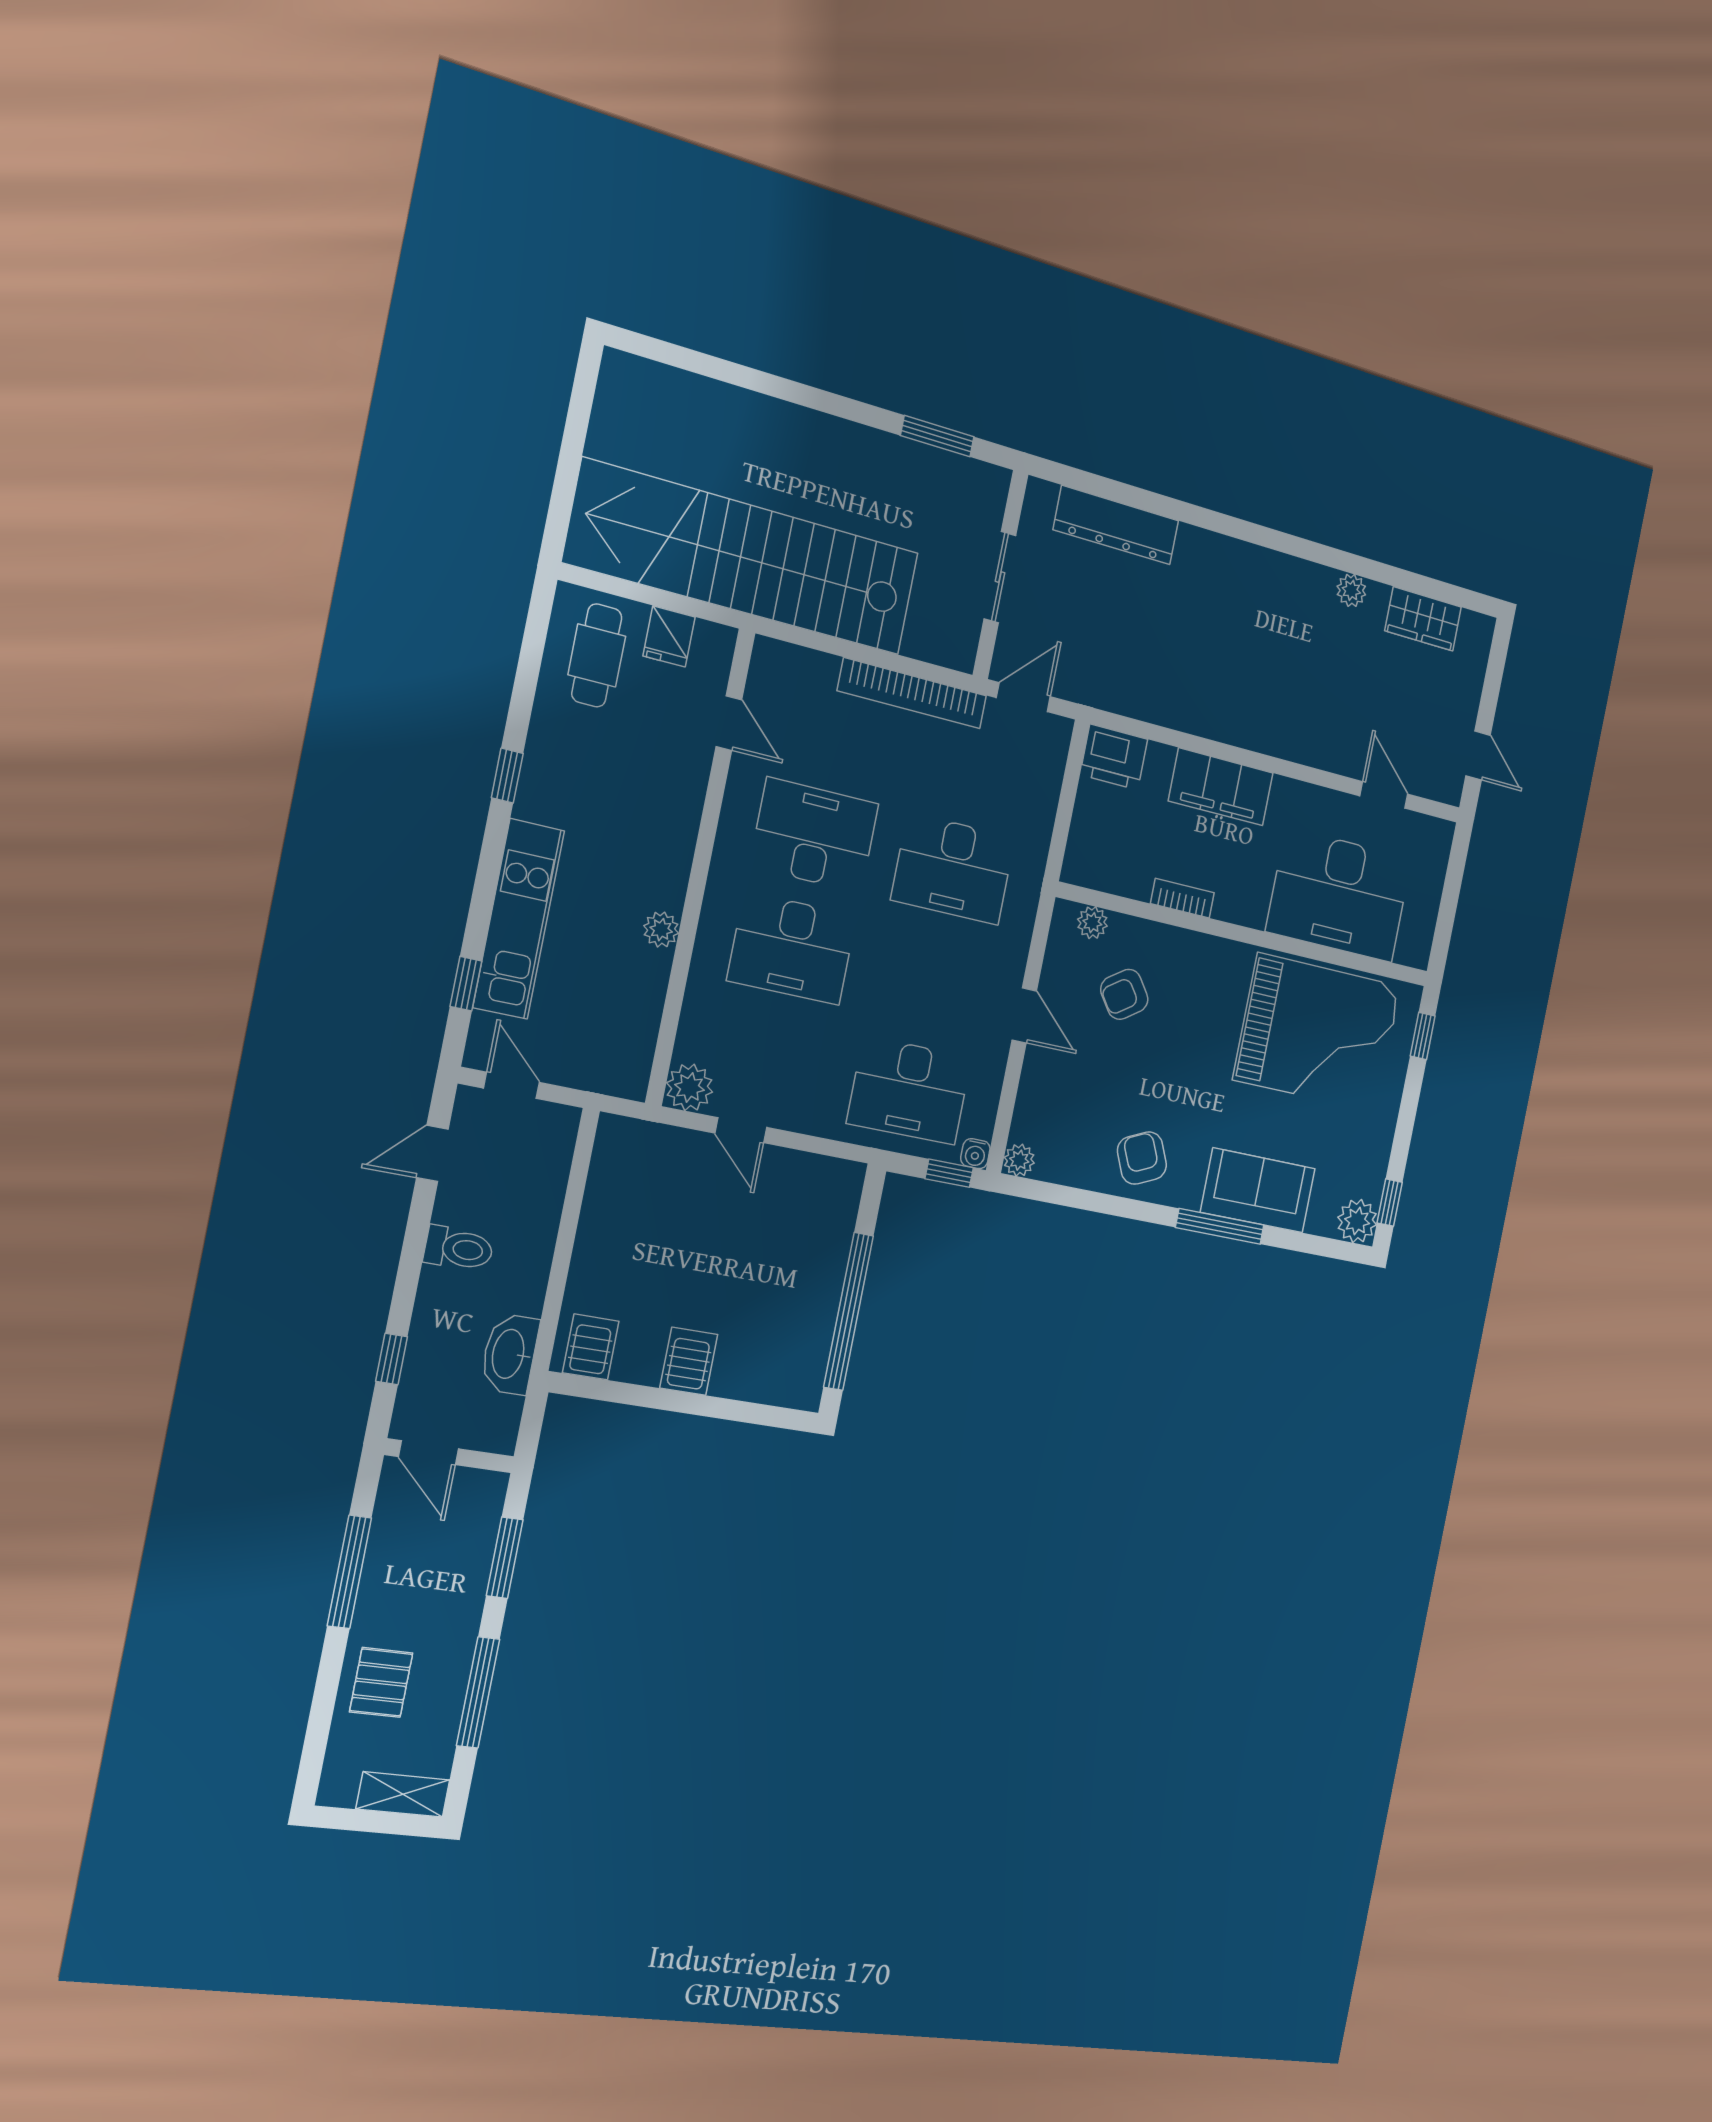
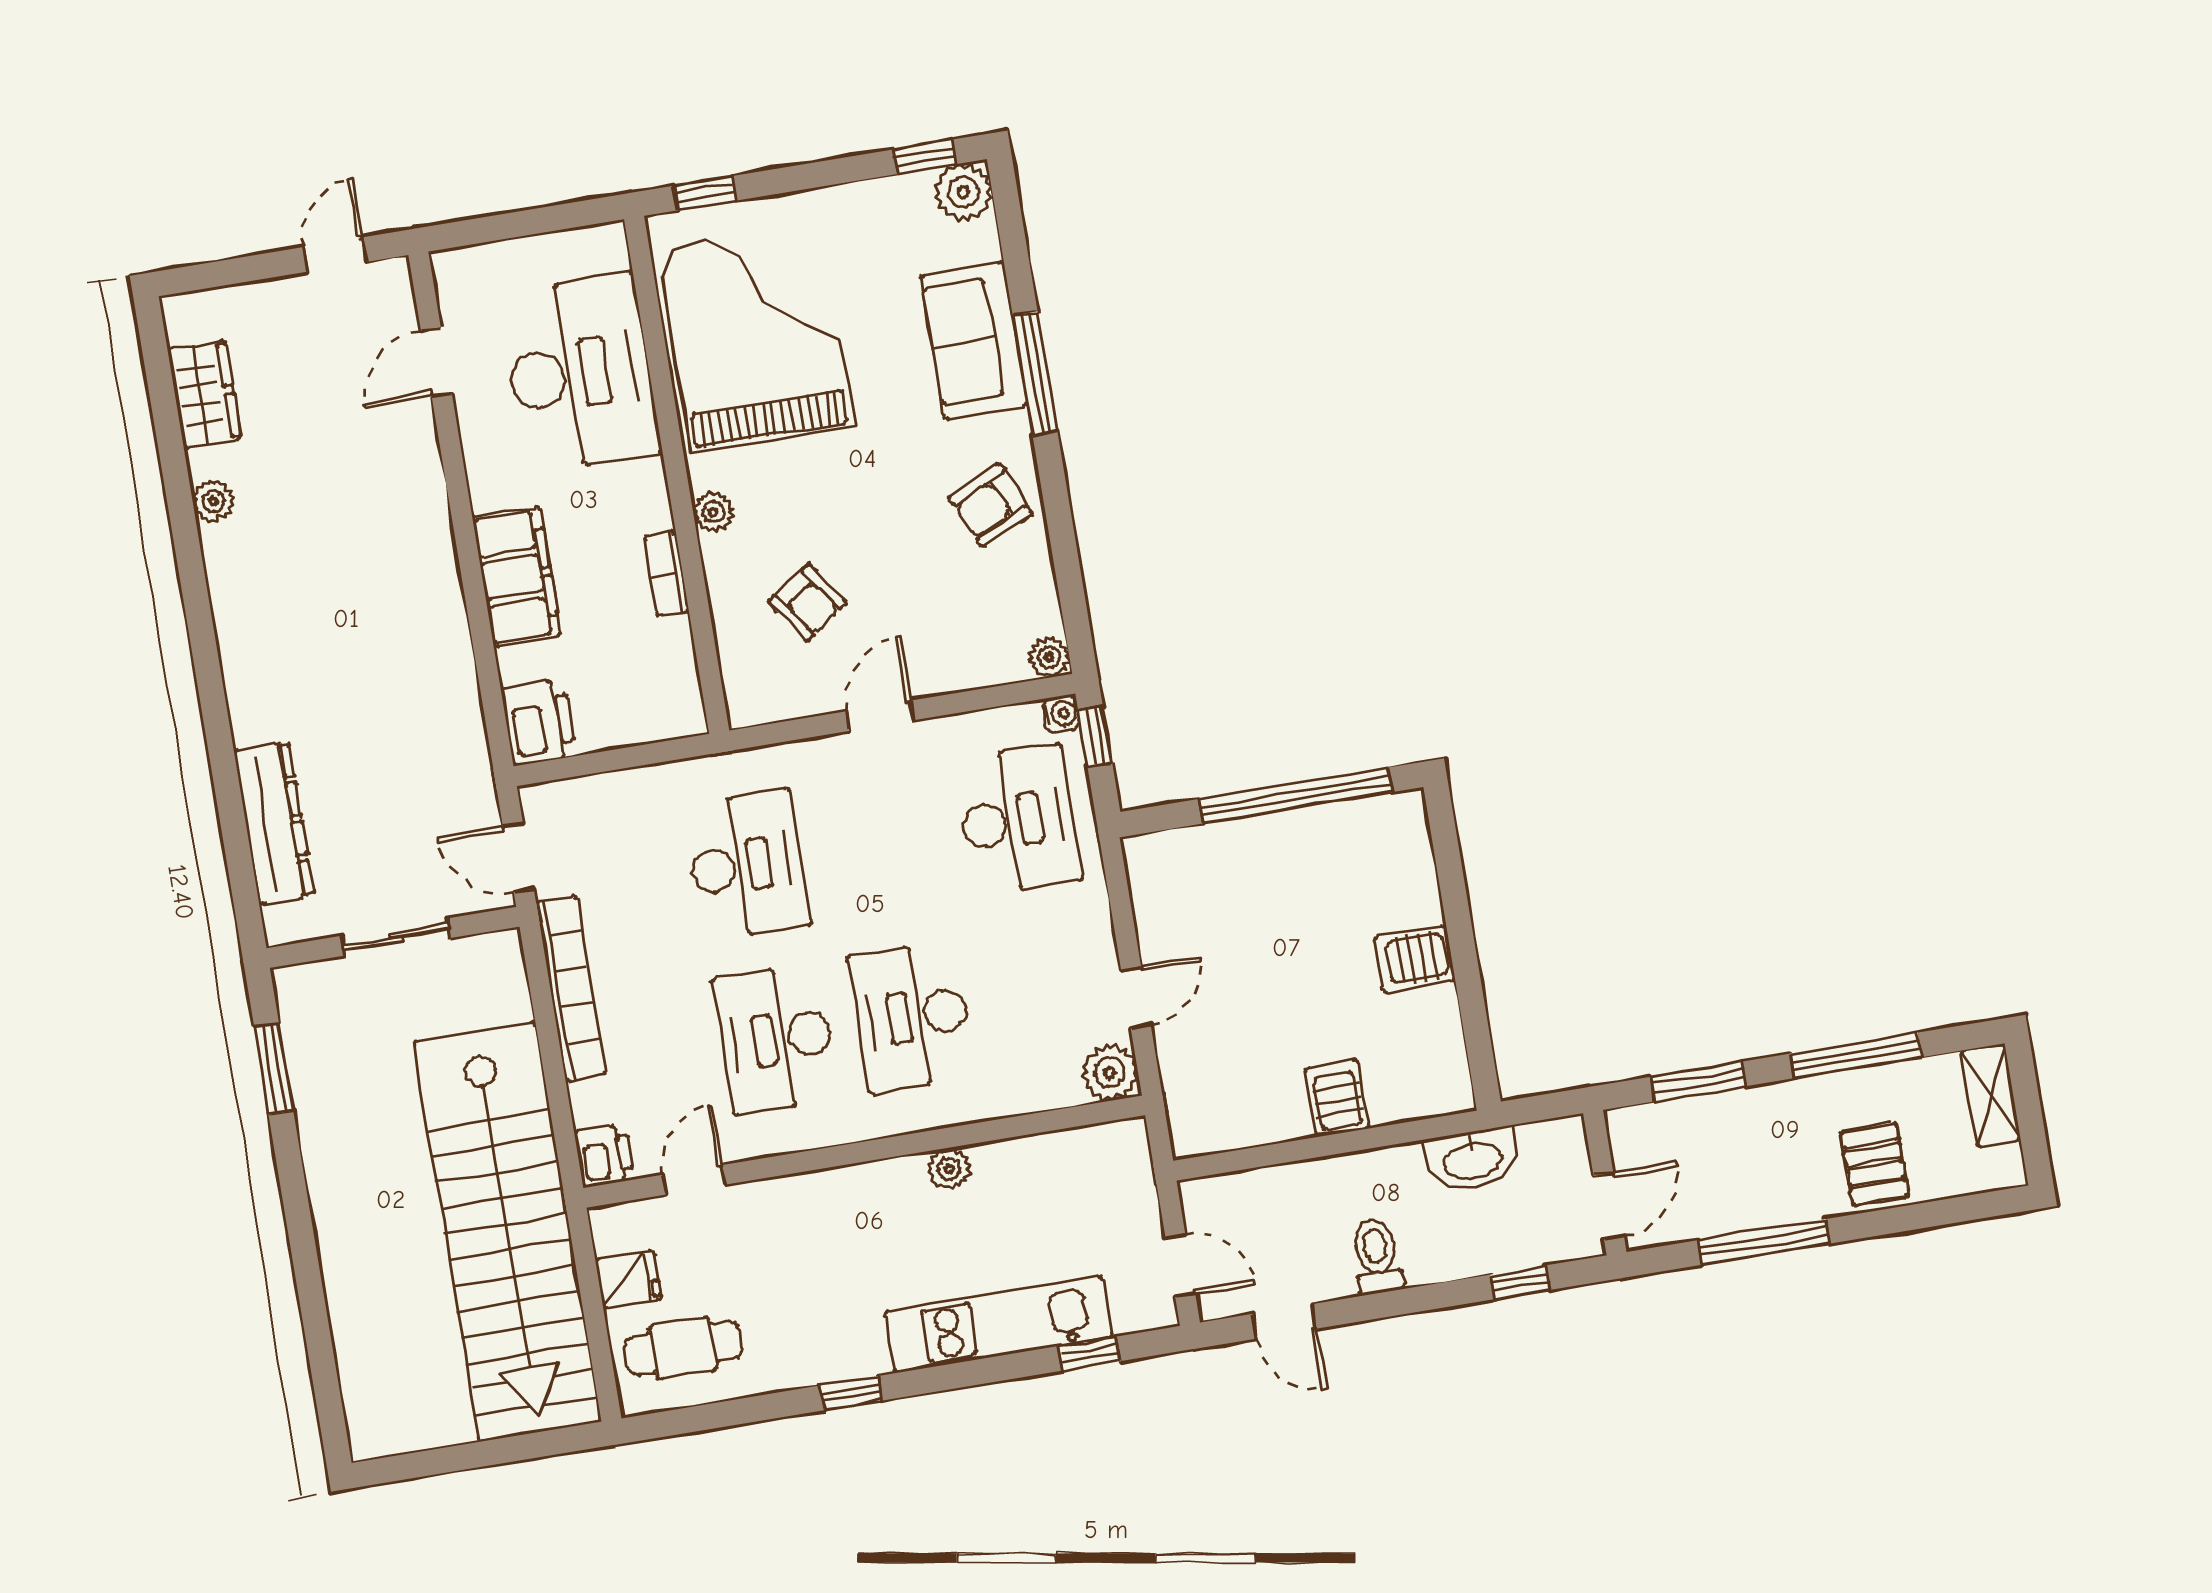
printer: (775, 661) -> (604, 1156), added
plant: (1092, 923) -> (713, 512), moved
desk: (792, 948) -> (911, 1016), turned 180
door: (512, 1085) -> (1180, 1266), swing flipped
server rack: (591, 1347) -> (1337, 1098), moved, turned 90
pallet: (381, 1682) -> (1874, 1164), turned 90

